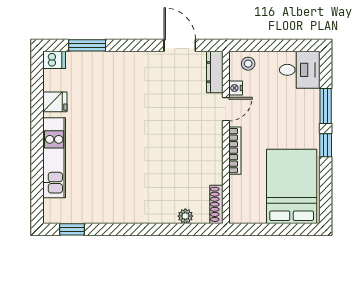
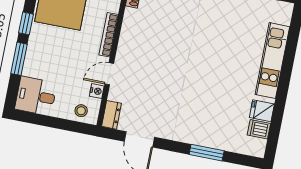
window: (87, 45) -> (207, 153), moved
dishwasher: (54, 60) -> (259, 129), moved
dresser: (215, 72) -> (111, 115), width x0.70

